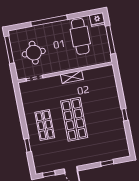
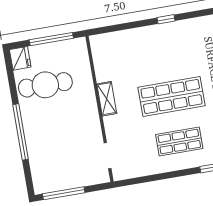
round table: (34, 53) -> (69, 156), removed

